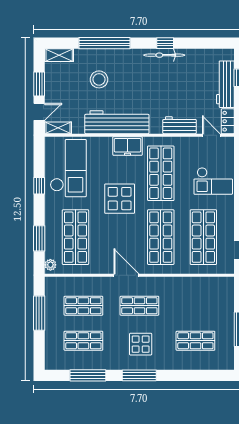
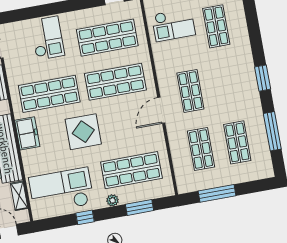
shelving: (58, 128) -> (19, 196), moved
plant: (50, 265) -> (113, 200), moved
checkout: (204, 301) -> (173, 25), added
display table: (141, 344) -> (230, 83), removed
window: (139, 375) -> (263, 78), width x0.69

